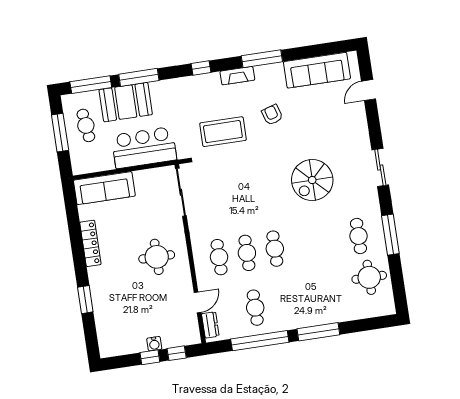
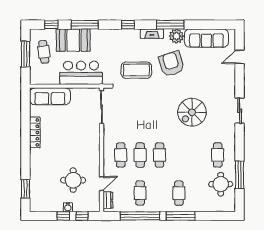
plant: (273, 74) -> (176, 36), added
window: (91, 85) -> (51, 25), width x0.46
armchair: (272, 115) -> (171, 64), width x1.88, depth x1.88
window: (390, 235) -> (240, 175), moved
round table: (157, 257) -> (73, 180), moved
cafe table: (311, 299) -> (179, 193), added
window: (85, 300) -> (25, 189), moved

